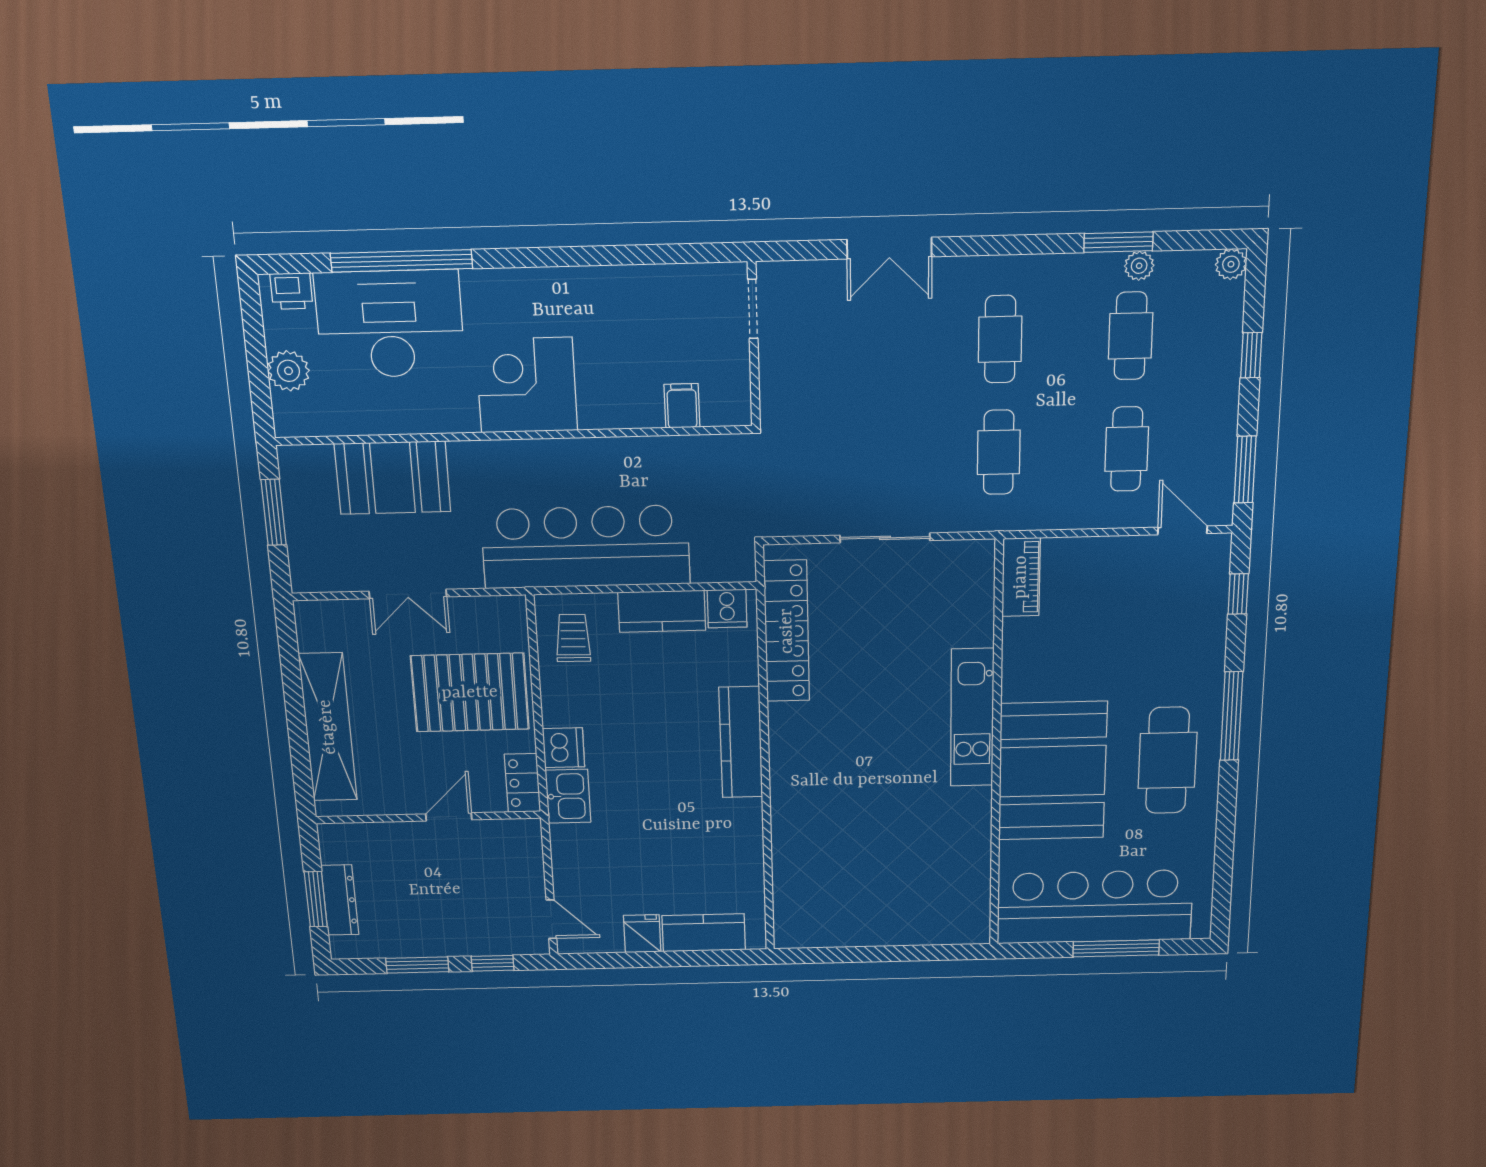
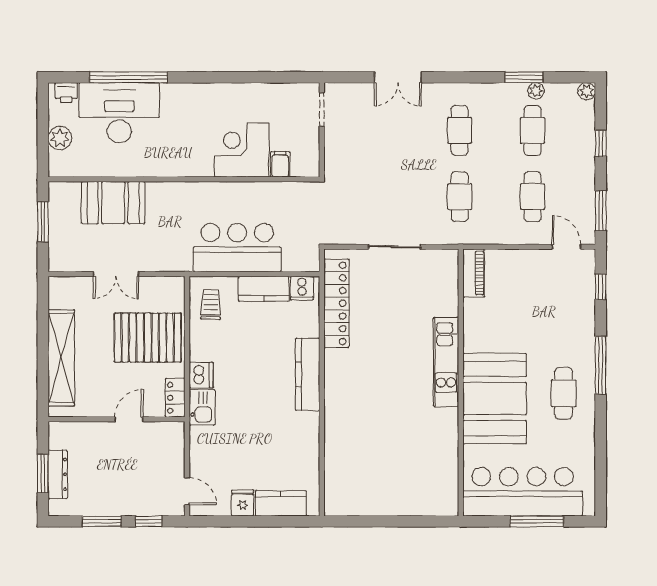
corner desk: (527, 385) -> (242, 150), moved
bar counter: (586, 547) -> (237, 248), width x0.73
cafe table: (1167, 760) -> (564, 393), width x0.73, depth x0.74

